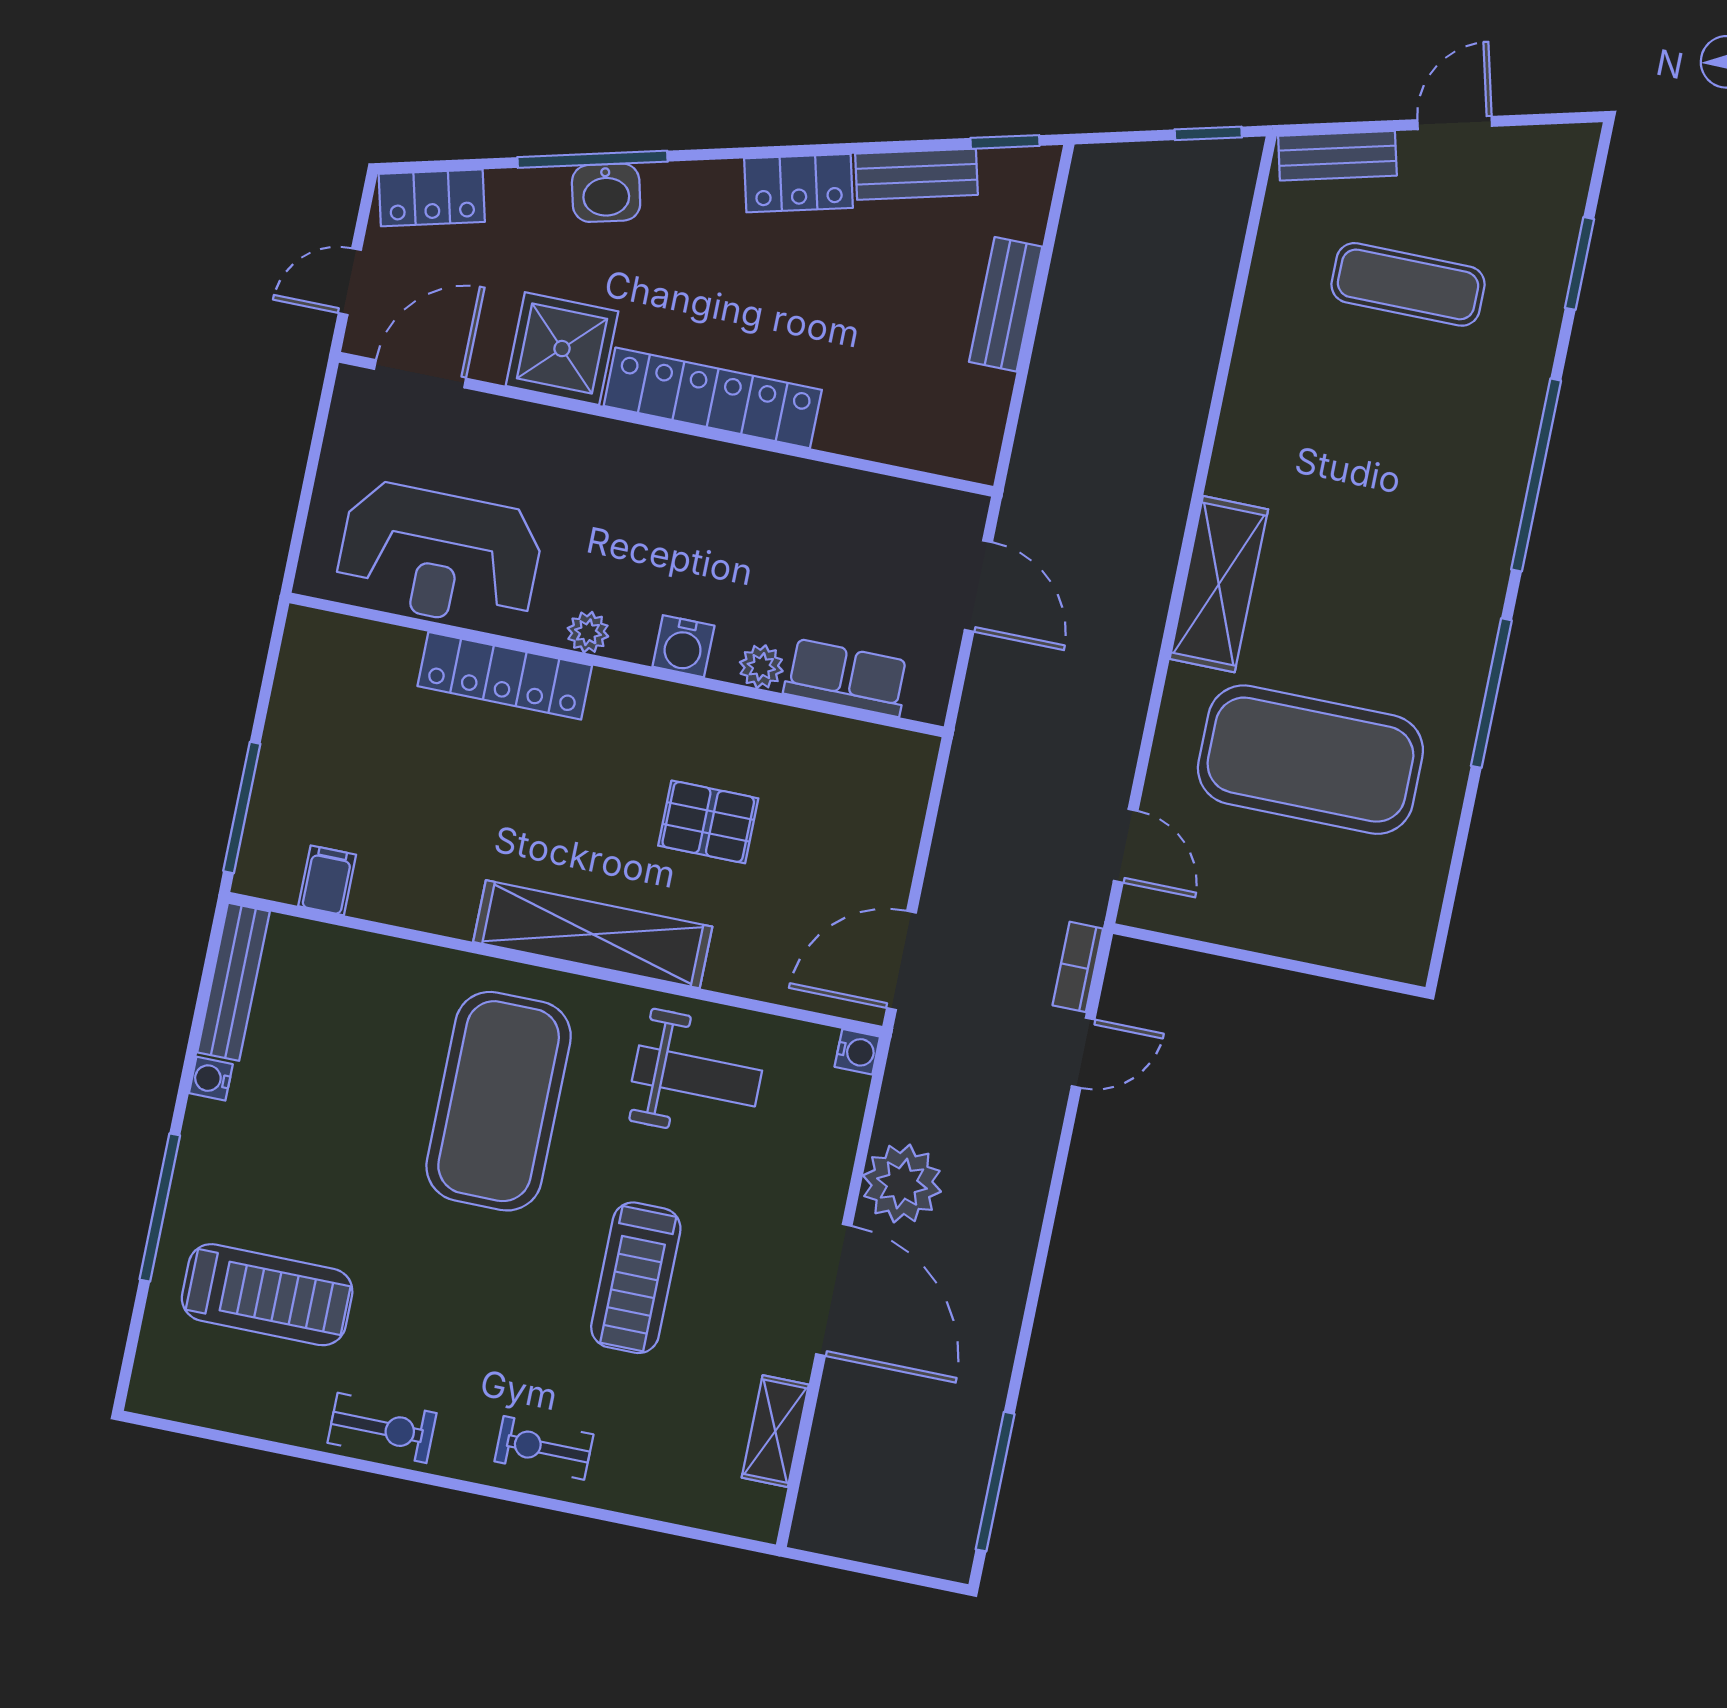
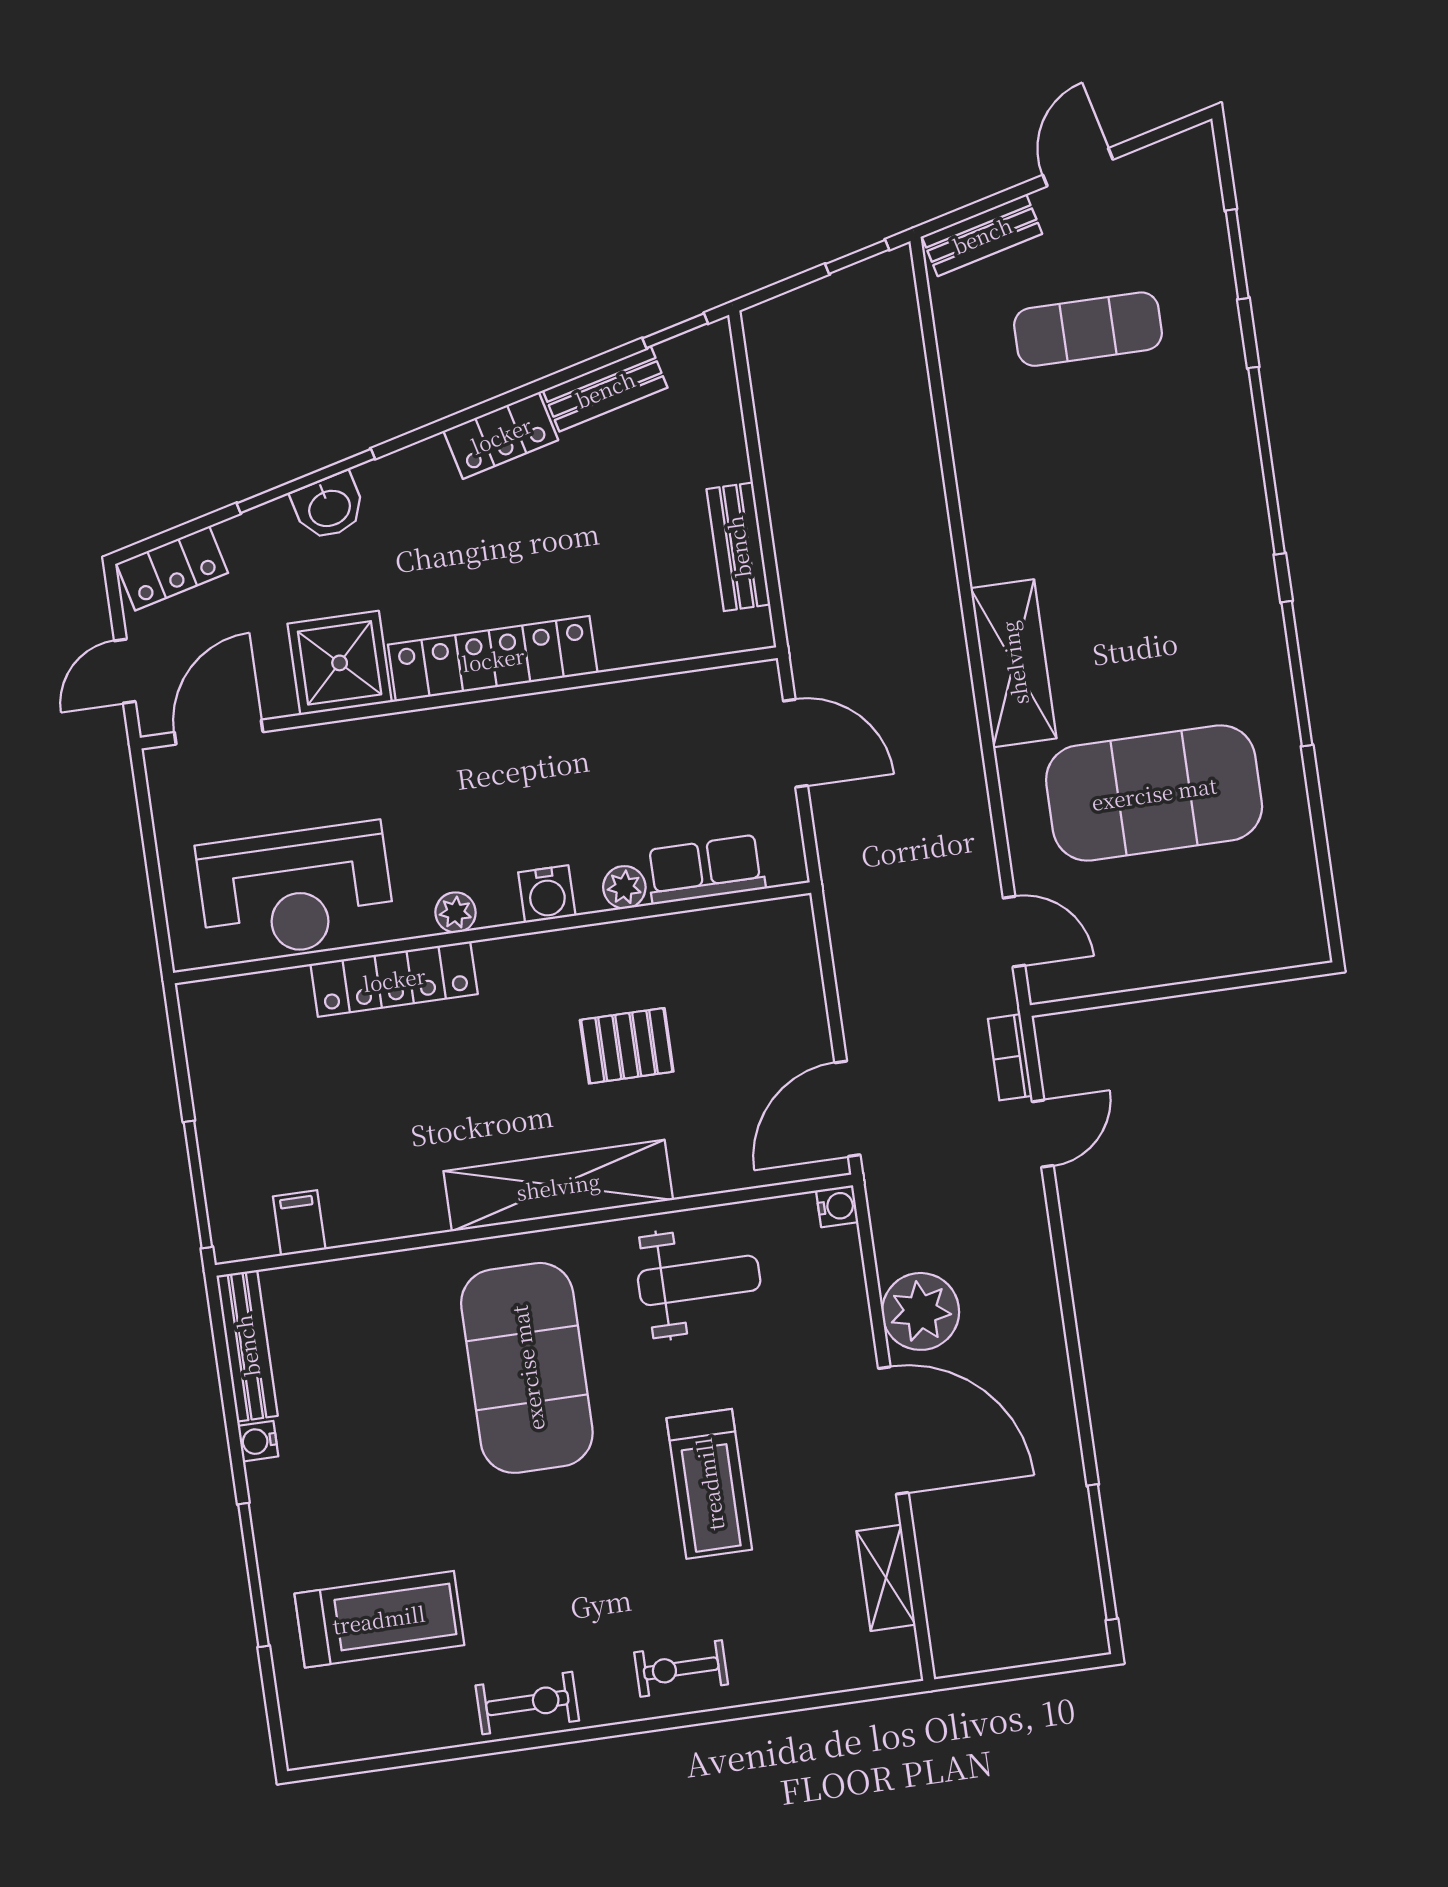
bench: (1006, 304) -> (738, 547), moved

